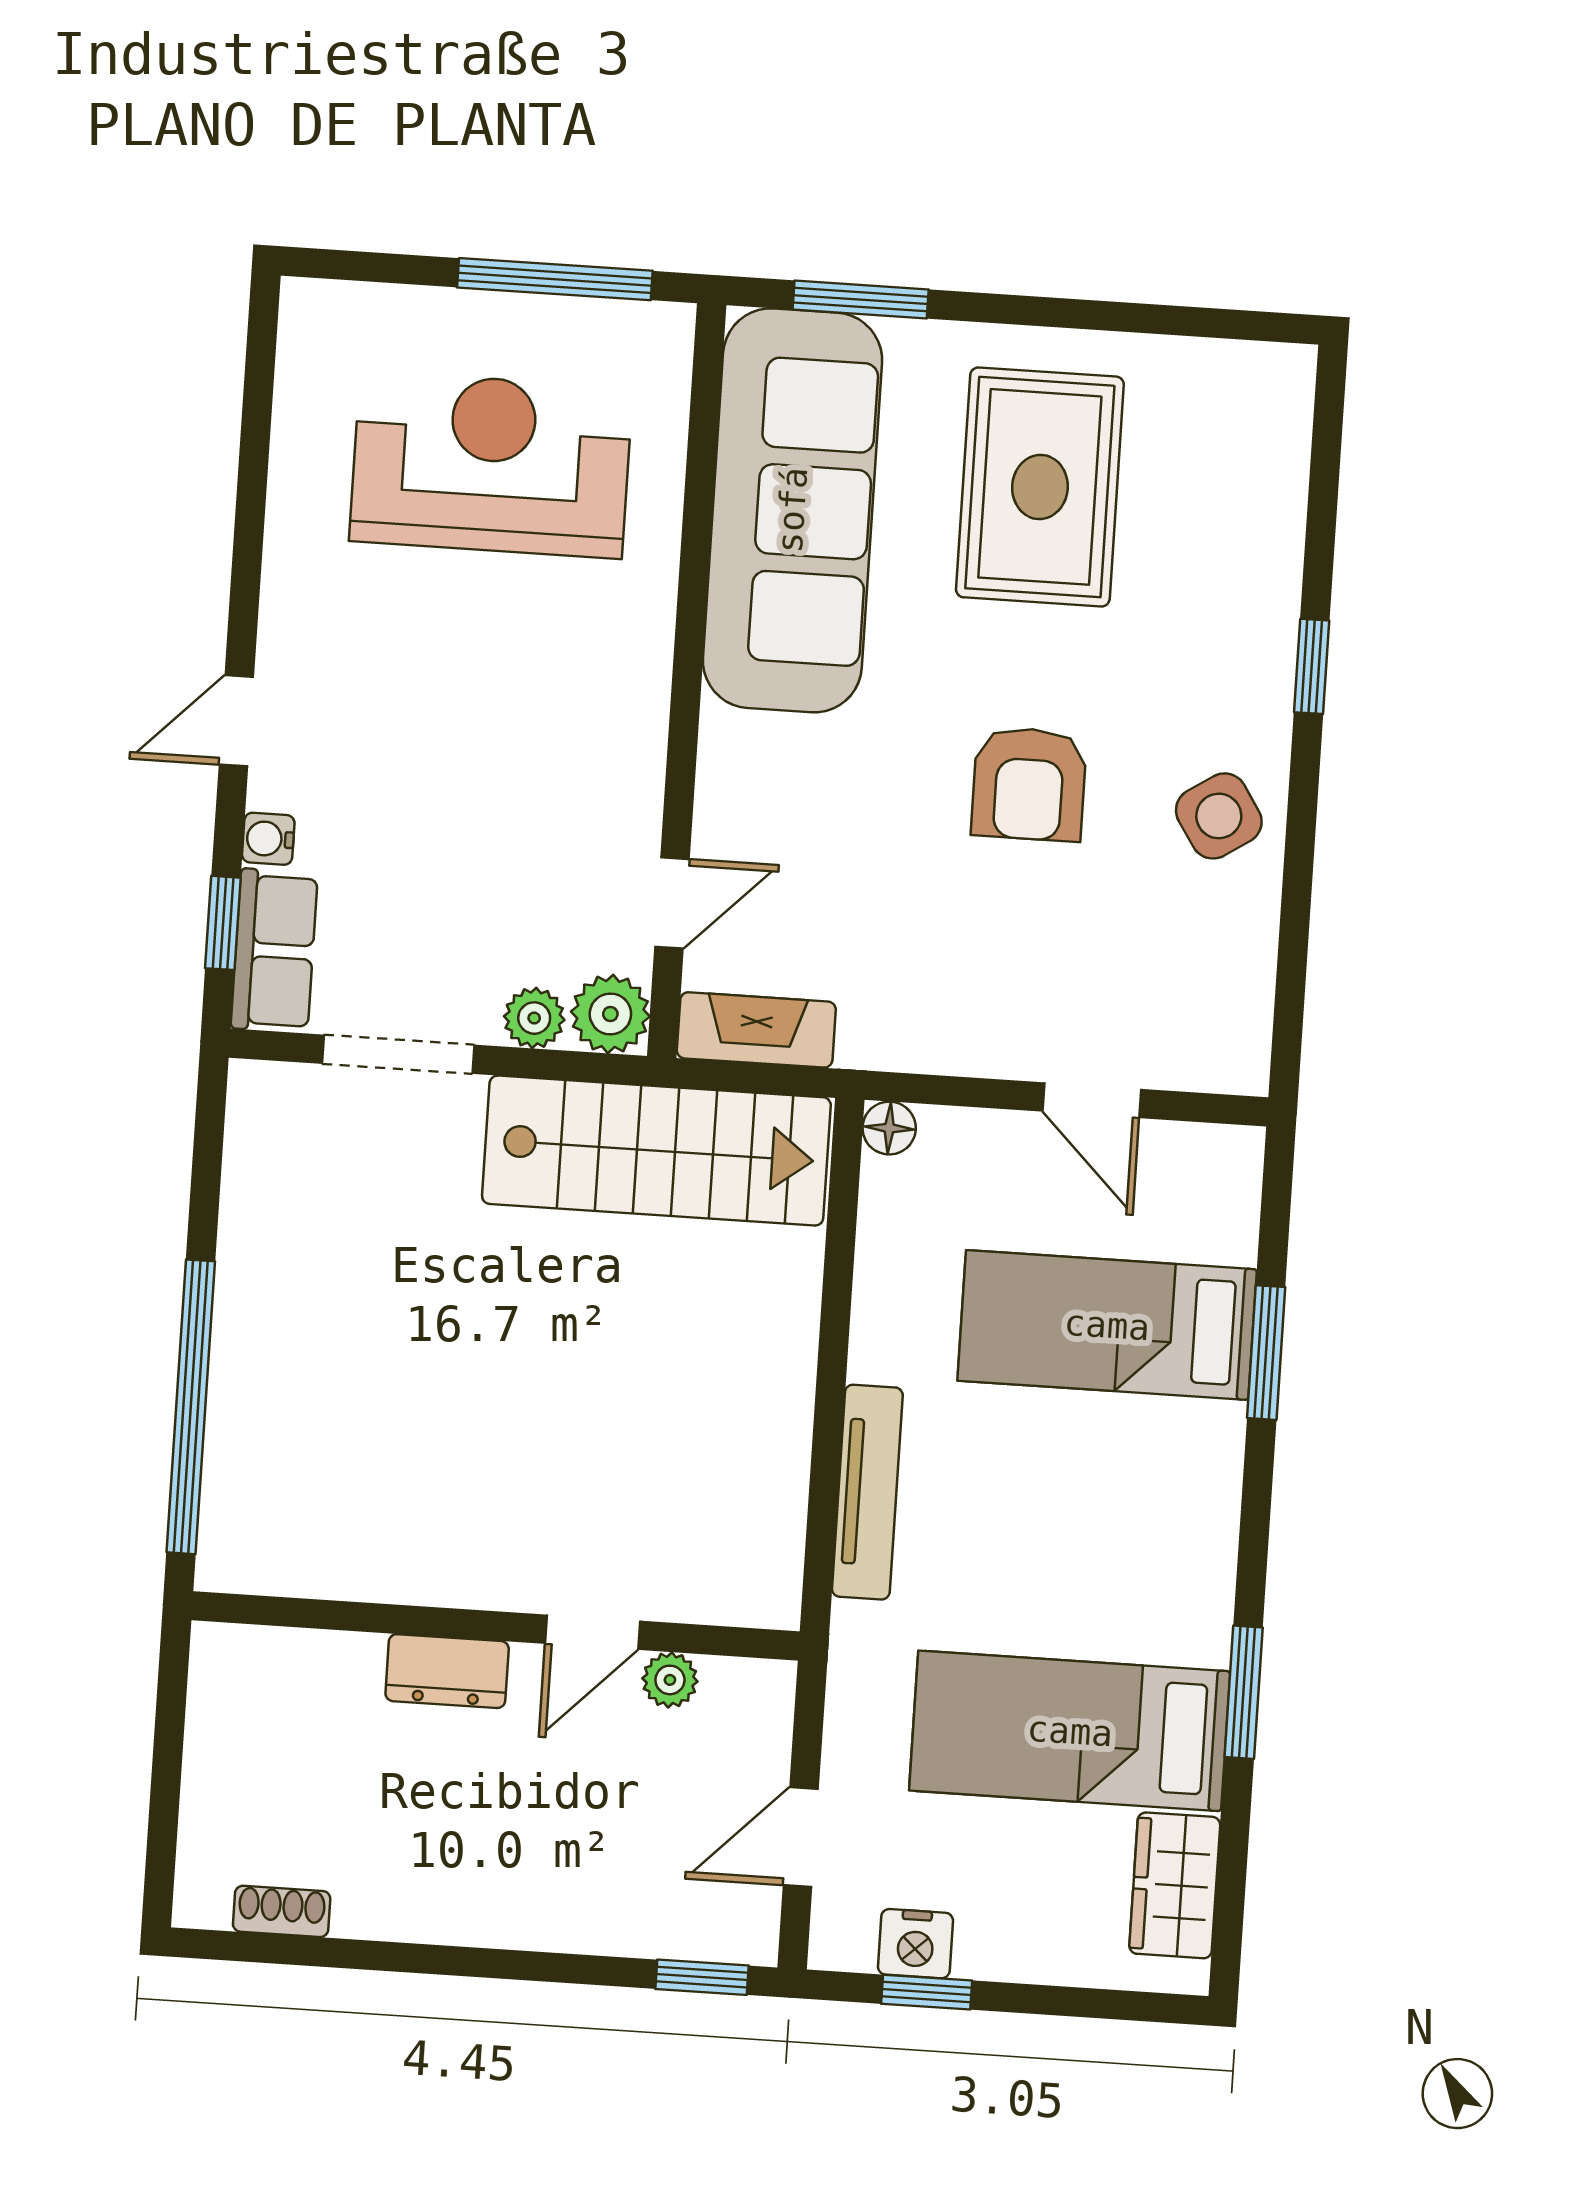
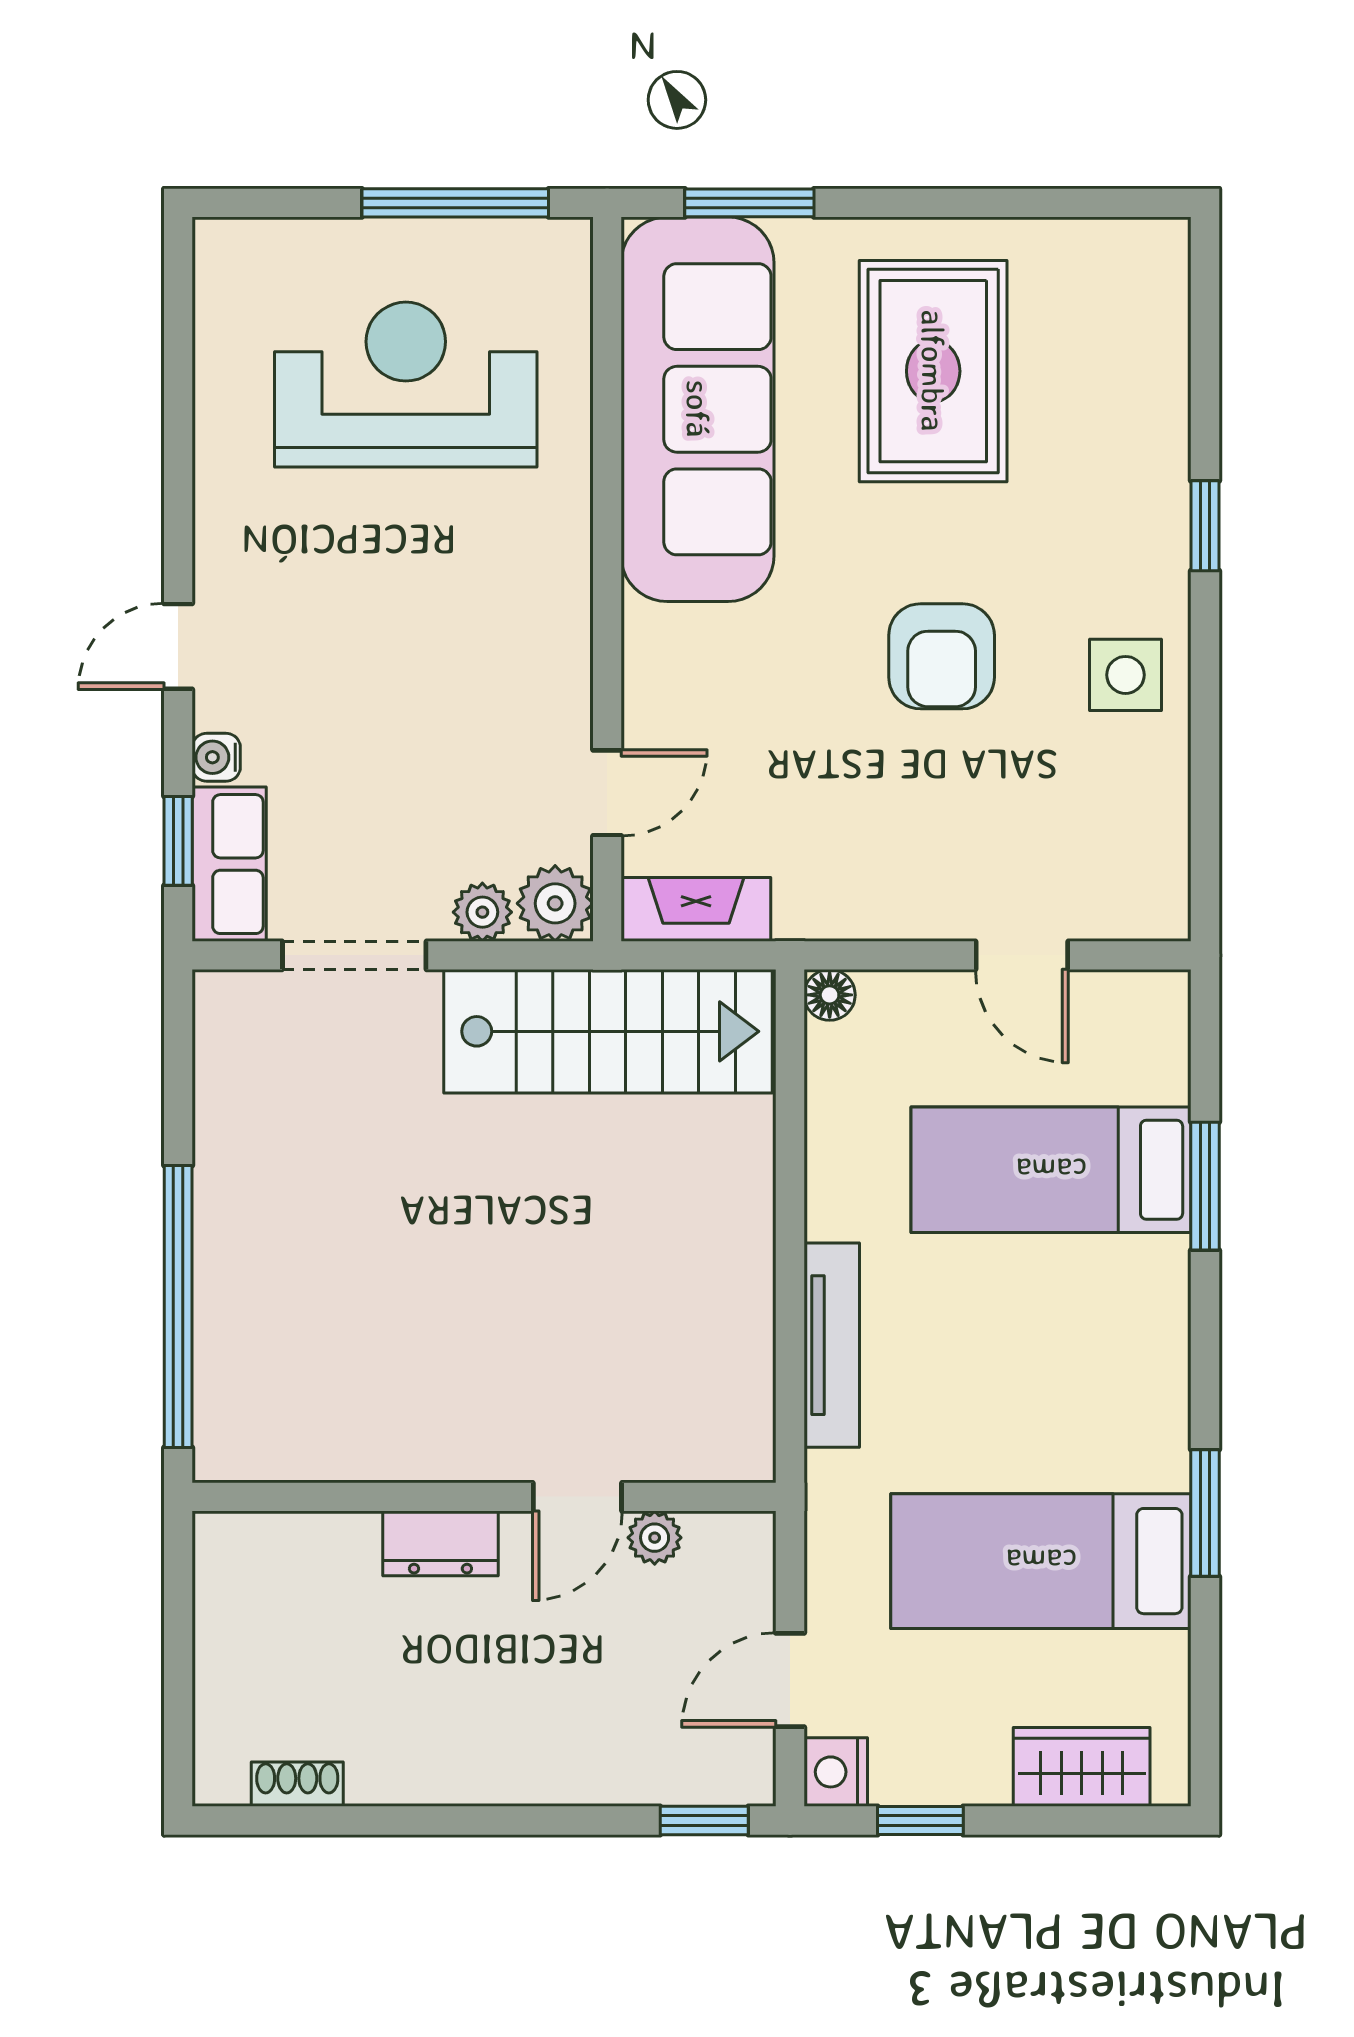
side table: (1219, 816) -> (1126, 675), turned 33
wardrobe: (1175, 1885) -> (1082, 1767), moved, turned 90
nightstand: (915, 1944) -> (836, 1772), moved, turned 90

